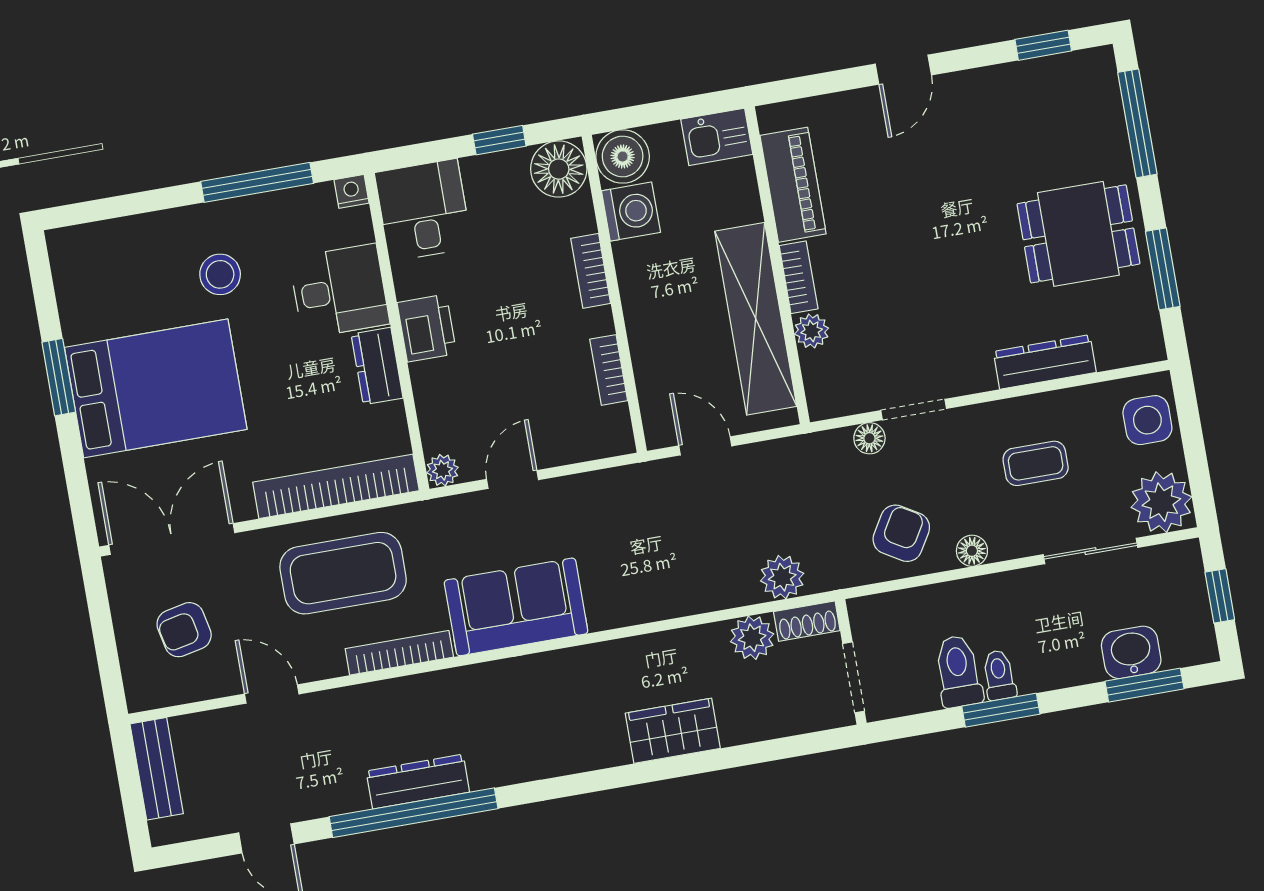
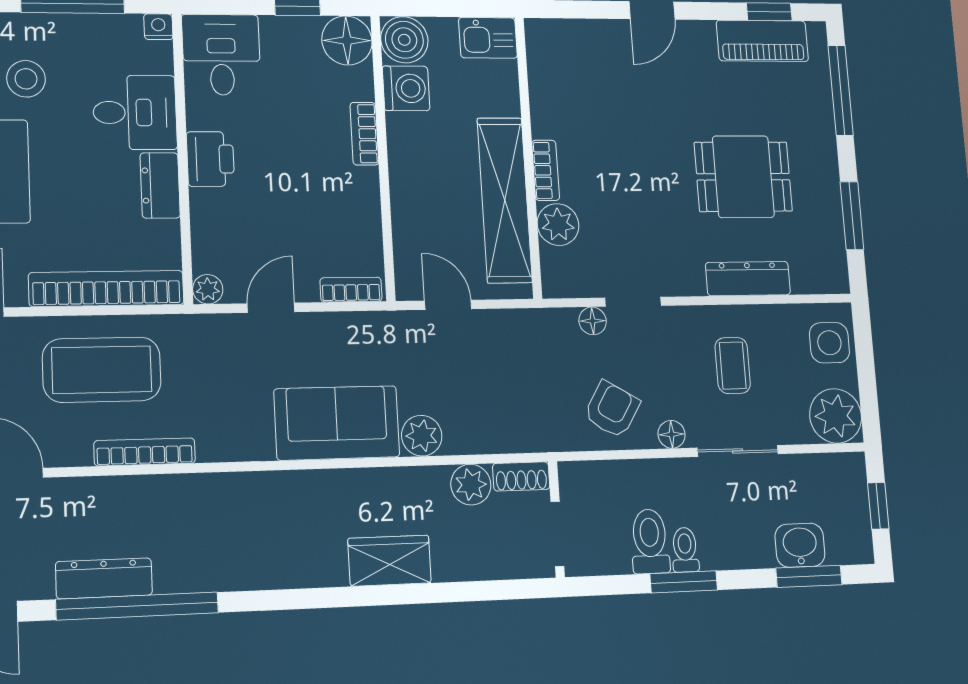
piano: (793, 185) -> (762, 41), moved, turned 90
dining table: (1078, 234) -> (743, 177), moved
plant: (812, 331) -> (558, 225), width x1.38, depth x1.38
bookcase: (609, 370) -> (351, 290), moved, turned 90
coffee table: (1036, 463) -> (733, 365), turned 90
sliding door: (1090, 551) -> (738, 451), moved
plant: (782, 577) -> (422, 436), moved
sofa: (516, 607) -> (337, 423), moved
dresser: (418, 782) -> (104, 578), moved

